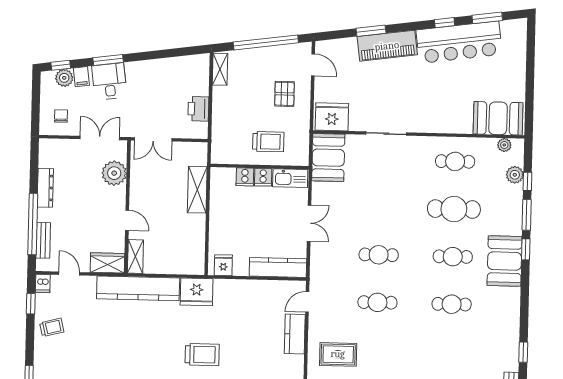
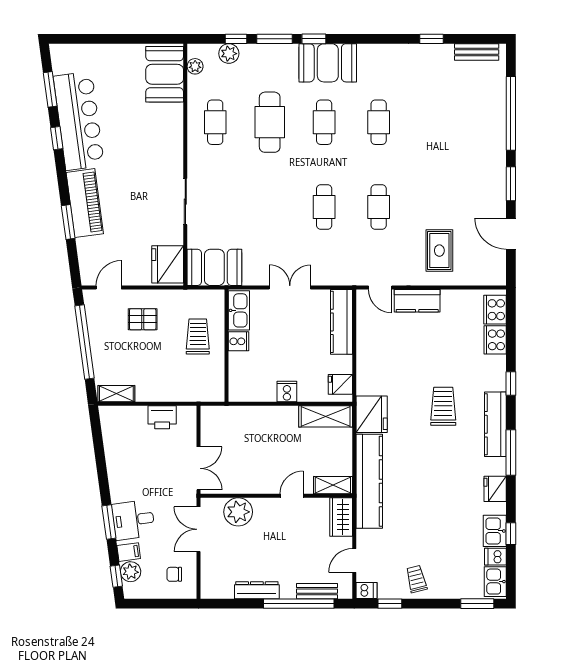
cooker: (245, 177) -> (287, 392), moved, turned -90
shelving: (197, 190) -> (326, 416), moved

